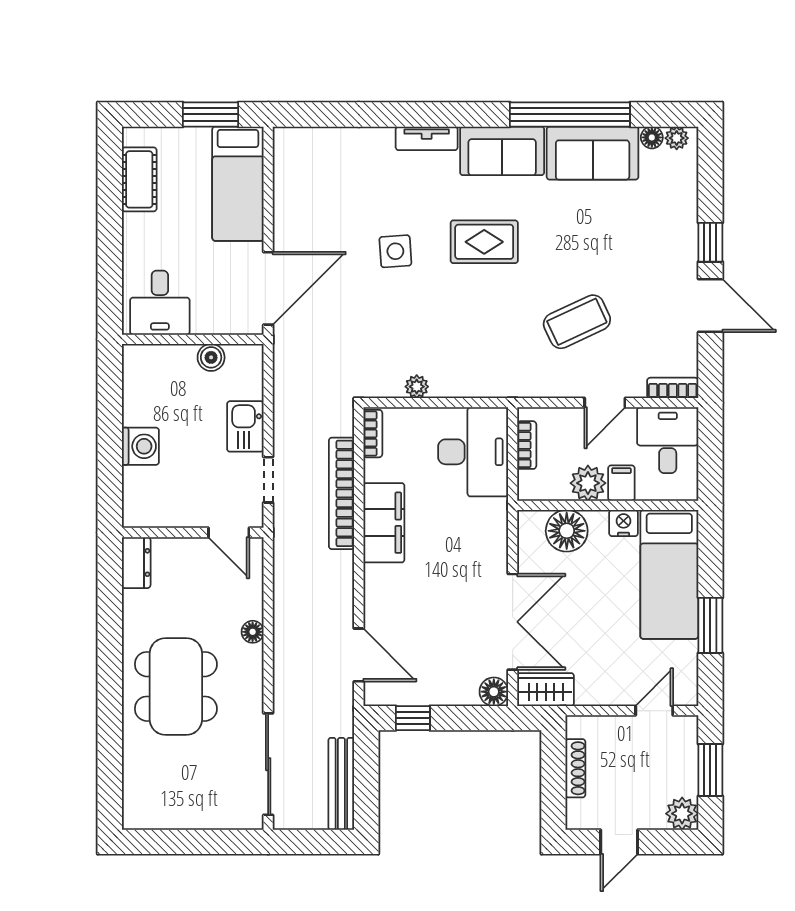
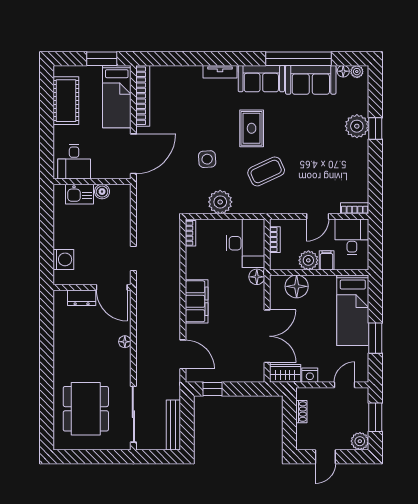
cot: (139, 179) -> (66, 101), width x1.37, depth x1.34
plant: (677, 238) -> (357, 126), added
rug: (484, 242) -> (252, 128), turned 90
side table: (395, 251) -> (207, 159), moved
door: (710, 306) -> (375, 163), removed
coffee table: (577, 322) -> (266, 171), moved
plant: (417, 387) -> (220, 202), width x1.88, depth x1.88
kitchen sink: (245, 426) -> (80, 194), moved, turned -90
washing machine: (140, 446) -> (63, 259), moved
bookcase: (342, 493) -> (143, 96), moved, turned 180
filing cabinet: (384, 523) -> (197, 301), moved
nightstand: (624, 523) -> (310, 375), moved, turned 180
door: (229, 532) -> (112, 287), width x1.38
dresser: (136, 563) -> (82, 298), moved, turned 90
dining table: (176, 686) -> (86, 409), moved
floor lamp: (494, 692) -> (257, 277), moved
shoe rack: (575, 768) -> (301, 412), width x0.70

